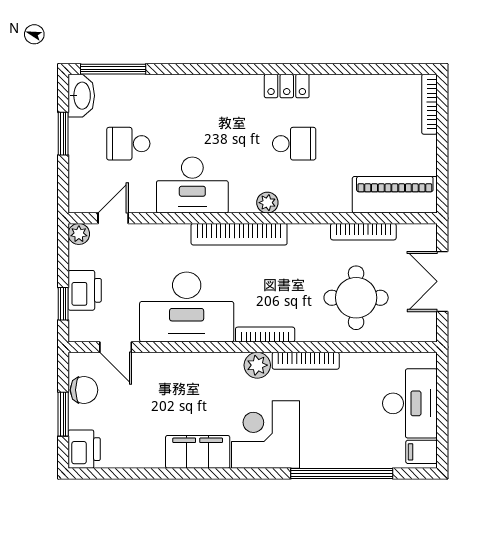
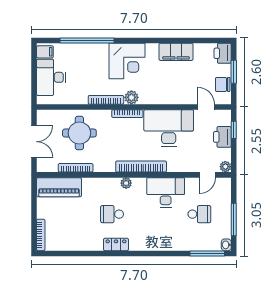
washbasin: (81, 96) -> (226, 245), width x0.52, depth x0.69
window: (63, 134) -> (234, 219), width x1.44
filing cabinet: (198, 452) -> (176, 52), moved

